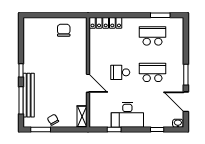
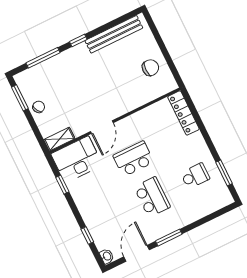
school desk: (153, 36) -> (195, 176), width x0.54
school desk: (120, 72) -> (133, 159), width x1.85
bench: (29, 95) -> (114, 34), moved
desk: (127, 115) -> (77, 159), moved, turned 90

